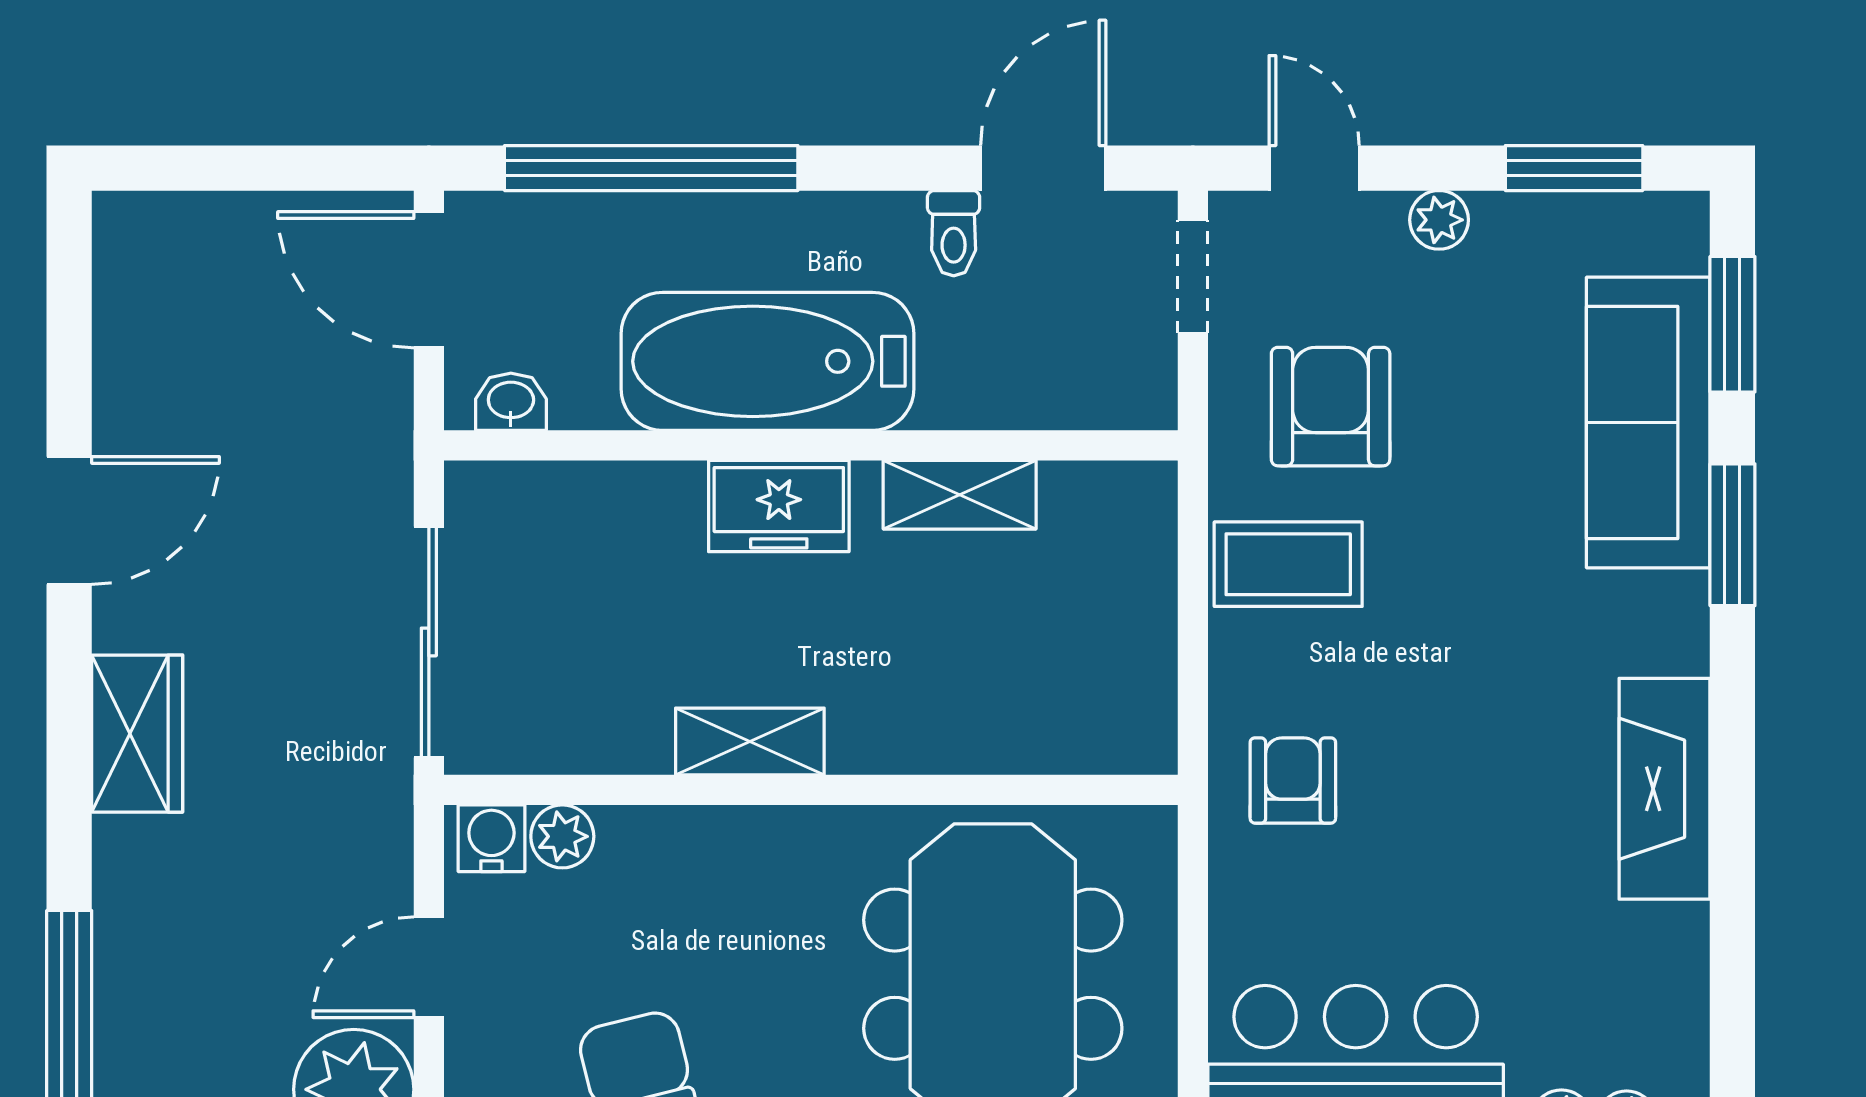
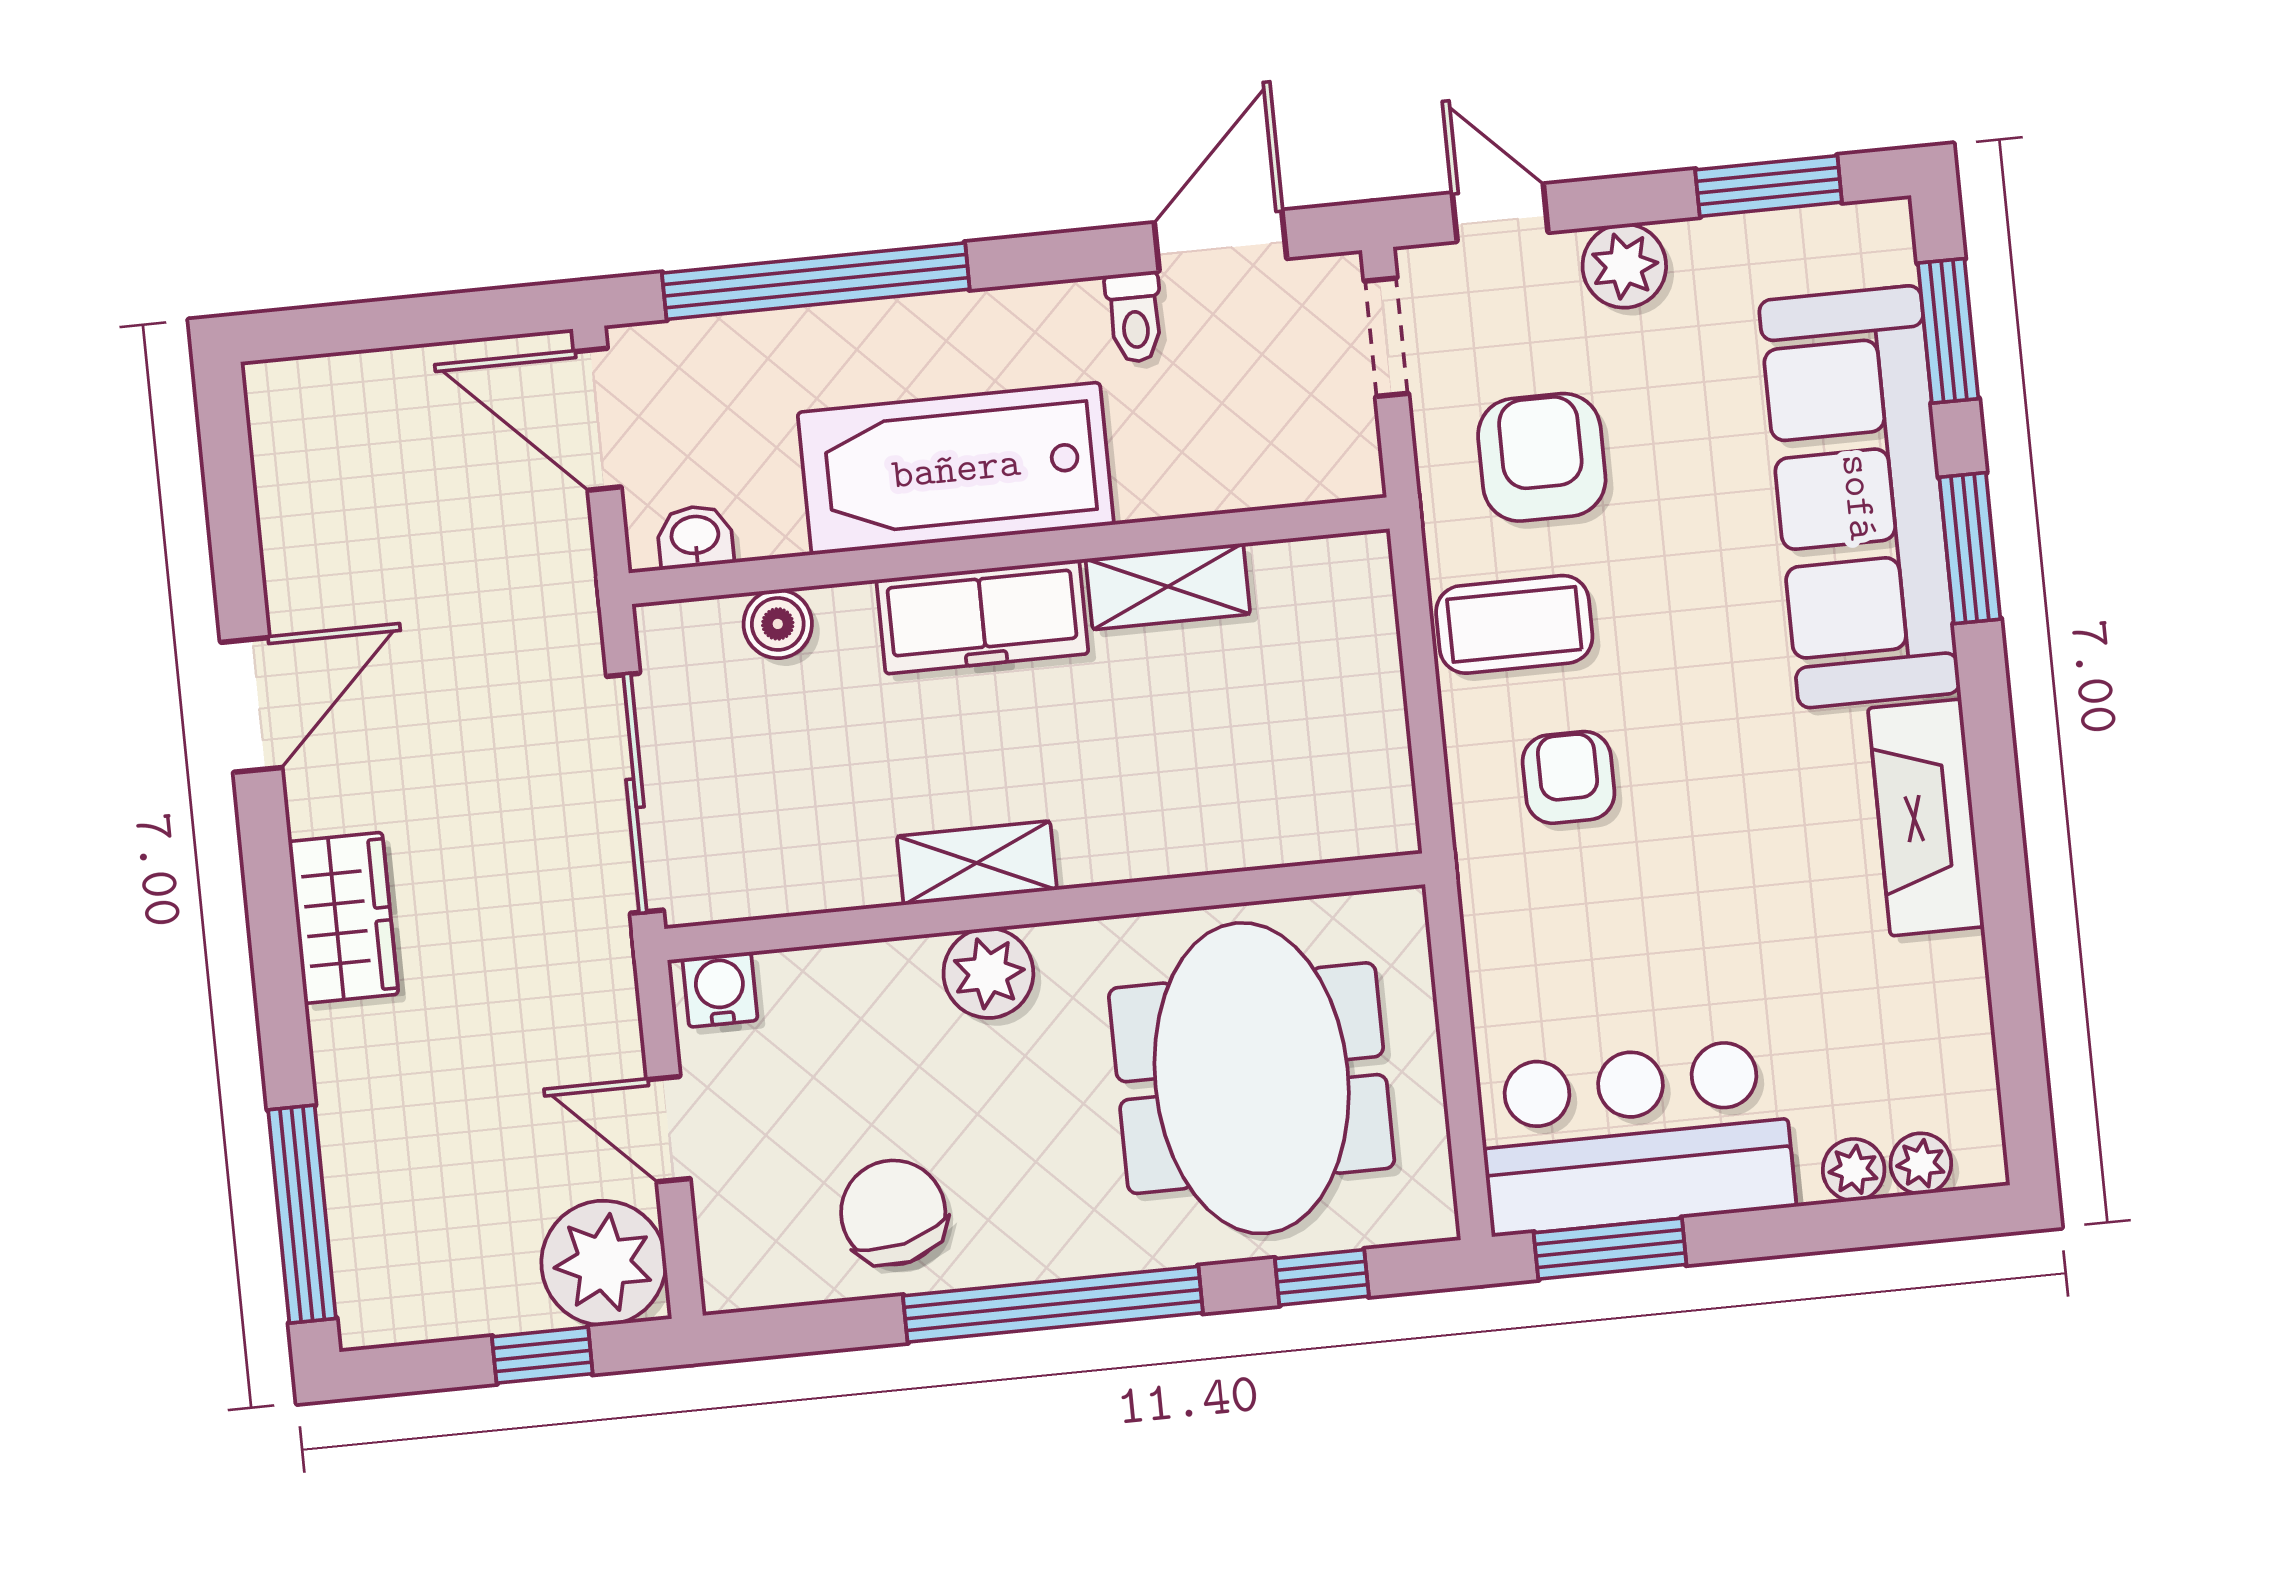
plant: (1439, 220) -> (1624, 266), width x1.38, depth x1.38
sofa: (1648, 422) -> (1859, 497), width x1.36, depth x1.27
boiler: (582, 493) -> (778, 624), added
freezer: (779, 506) -> (982, 617), width x1.40
armchair: (1293, 780) -> (1569, 777), moved
plant: (562, 836) -> (988, 973), moved, width x1.38, depth x1.38
door: (429, 967) -> (669, 1129), hinge flipped

